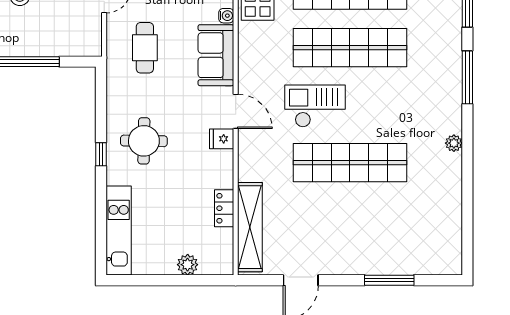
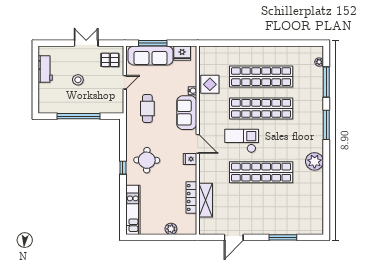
plant: (454, 143) -> (315, 161), width x1.88, depth x1.88
locker: (224, 208) -> (191, 198), width x1.53
shelving: (250, 227) -> (206, 200), width x0.68

